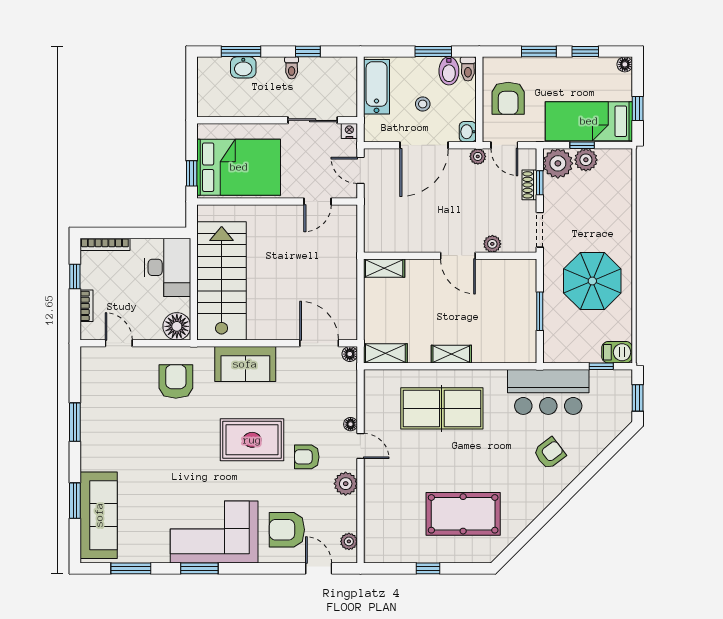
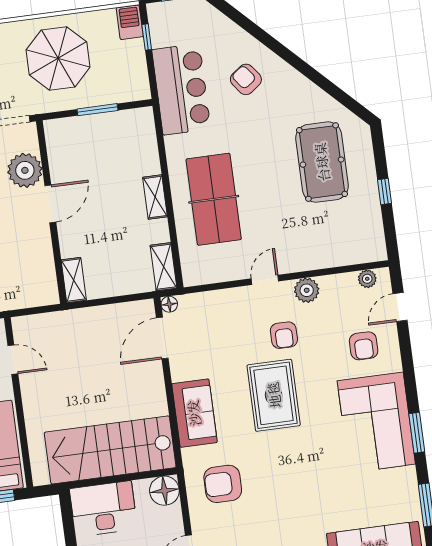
plant: (492, 244) -> (25, 170), width x1.88, depth x1.88
floor lamp: (351, 424) -> (243, 293), removed
armchair: (287, 530) -> (364, 346), width x0.72, depth x0.72

